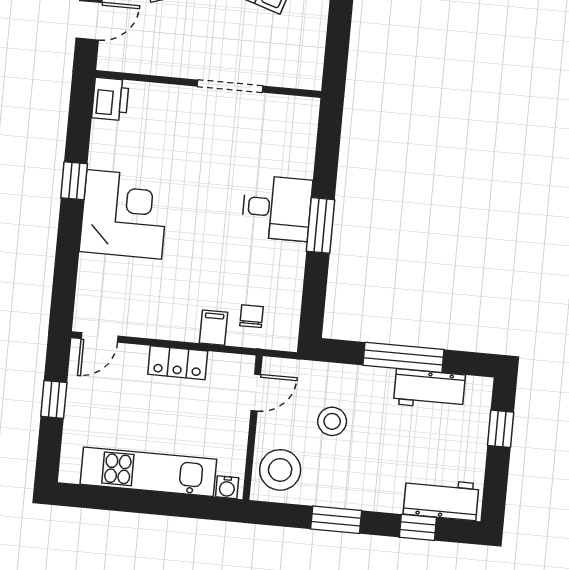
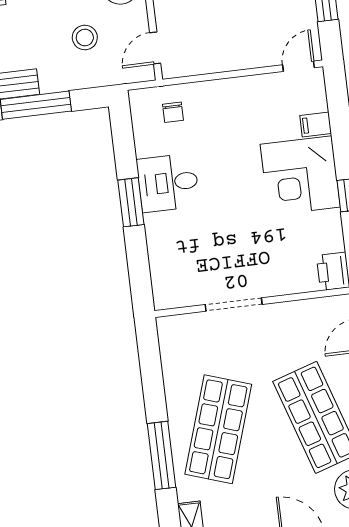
desk: (277, 208) -> (168, 183), moved
filing cabinet: (214, 328) -> (316, 124), moved, turned 90
locker: (178, 363) -> (227, 59), removed

